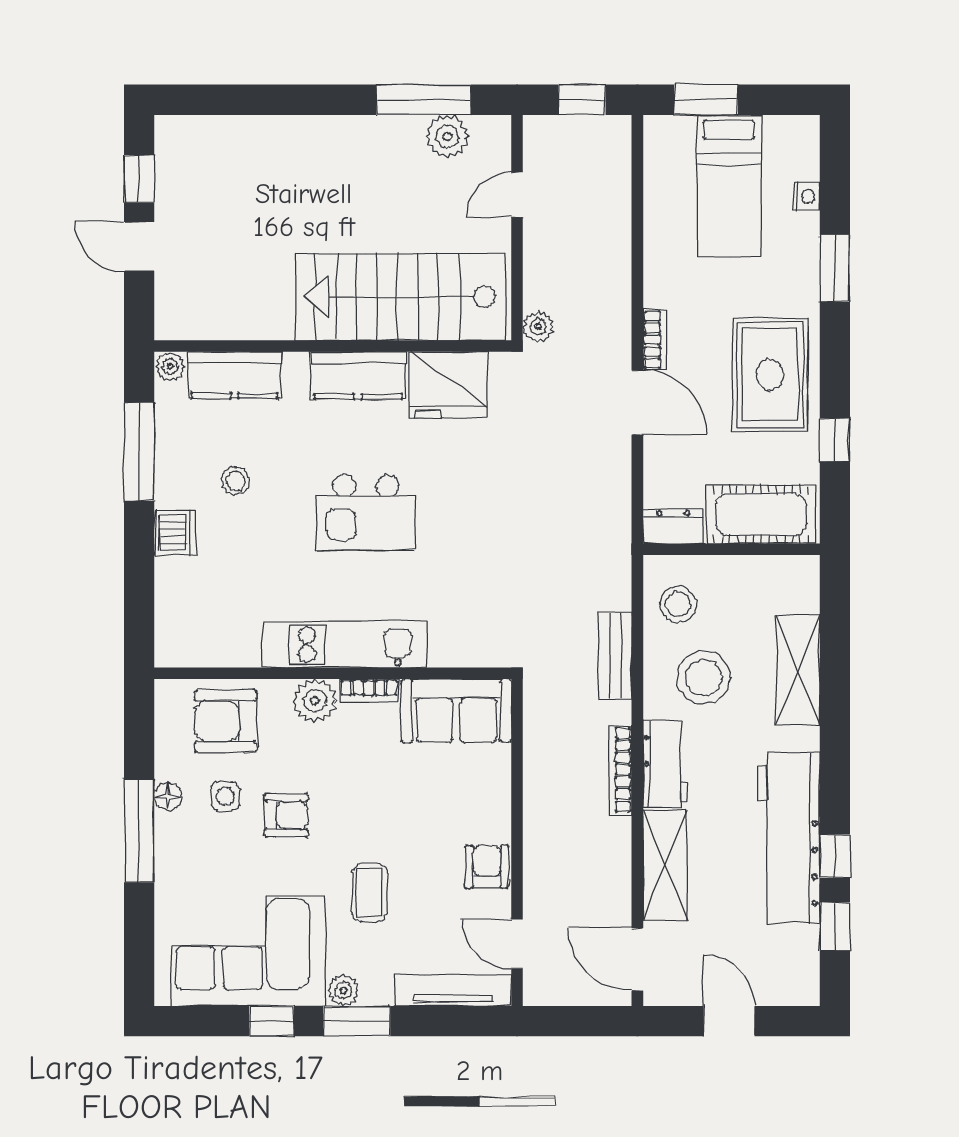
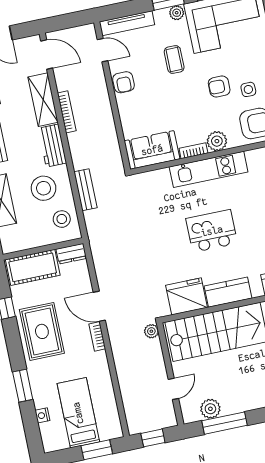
bookcase: (620, 770) -> (67, 112), moved

